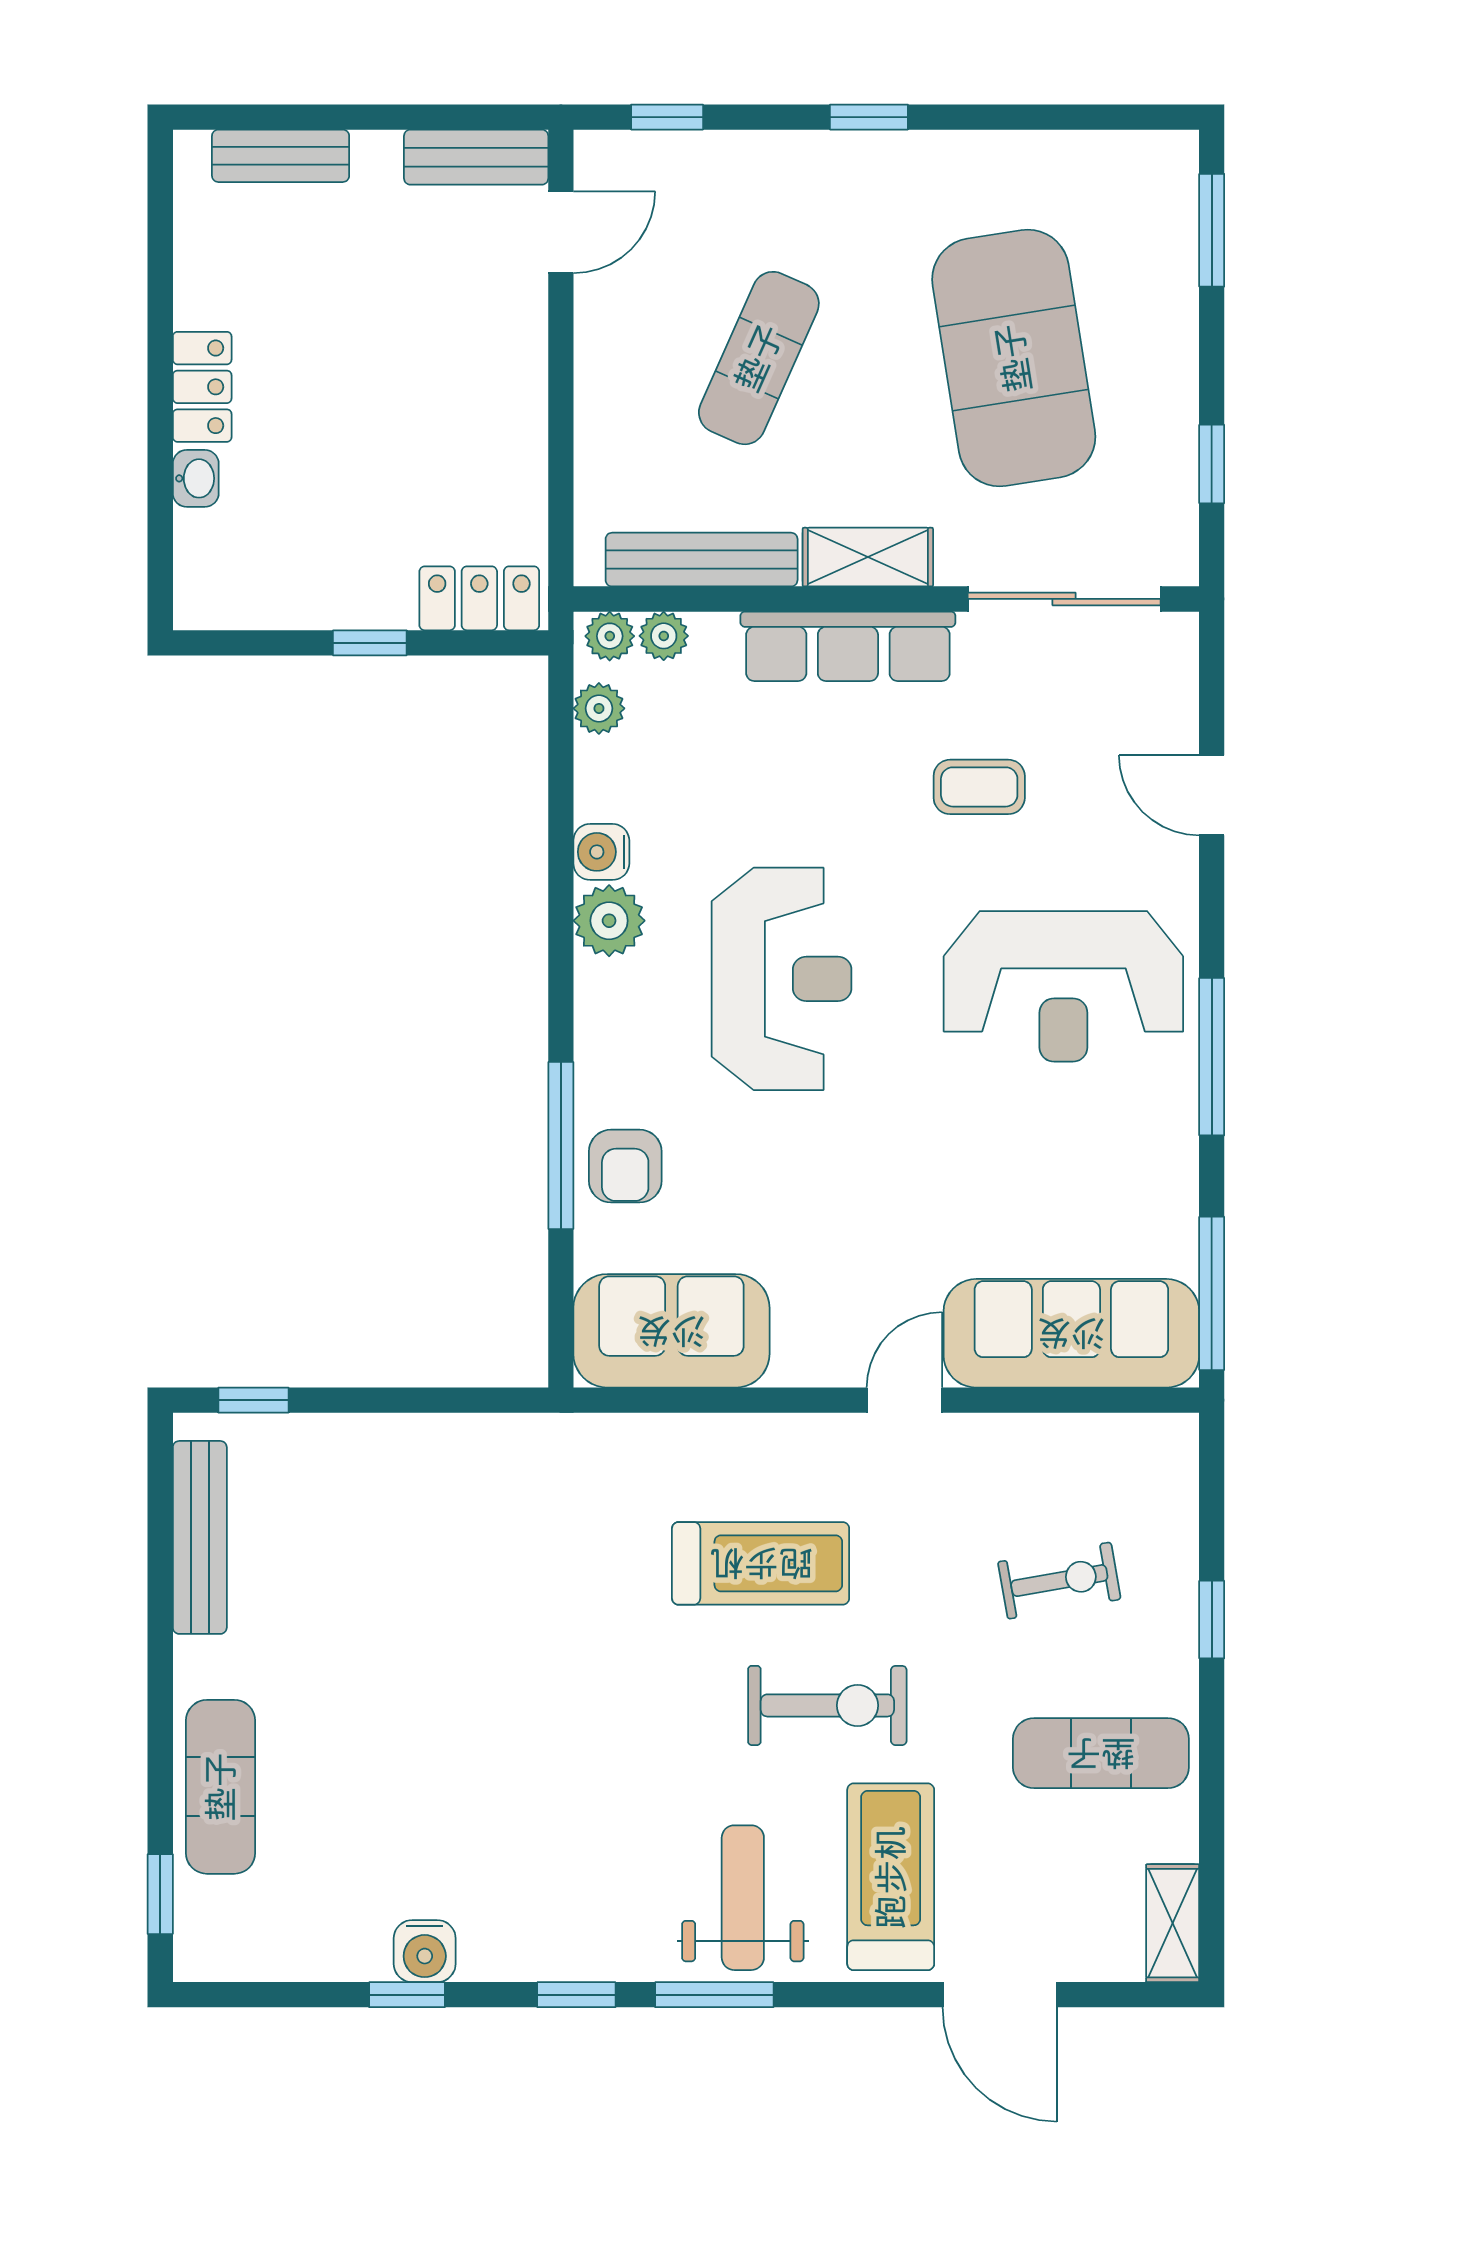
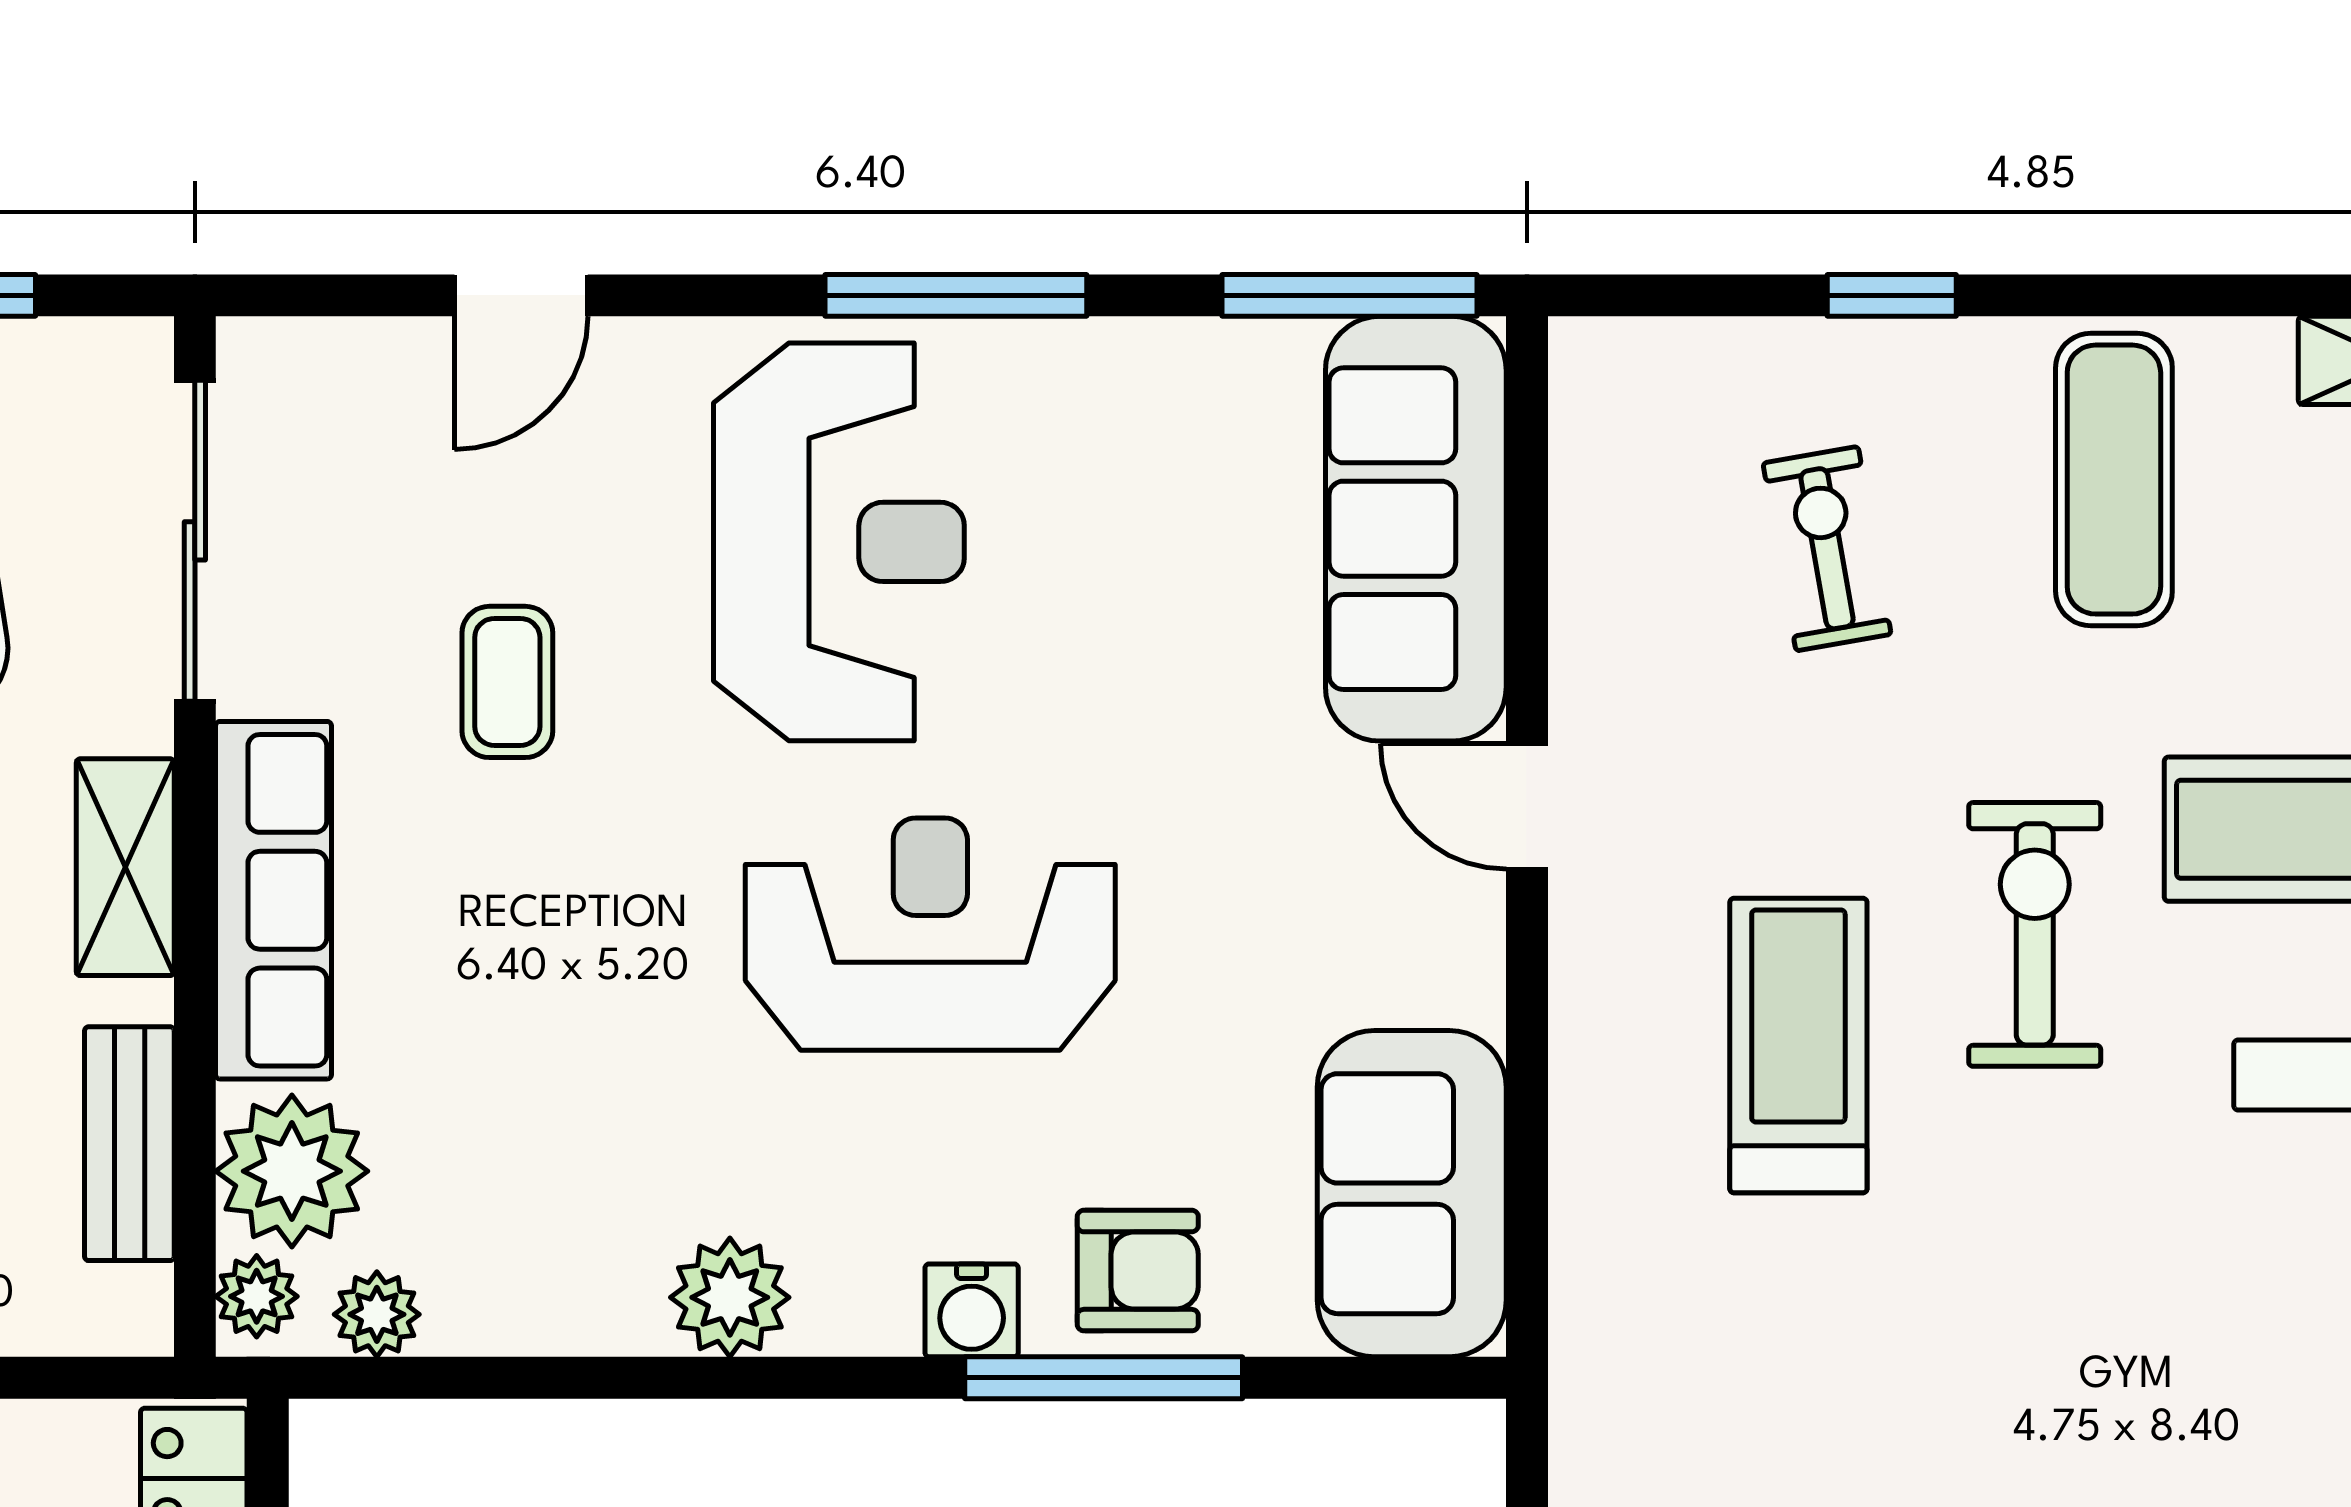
bench: (702, 560) -> (129, 1144), width x0.73
plant: (664, 636) -> (292, 1171), width x1.88, depth x1.88
water cooler: (601, 852) -> (972, 1310), moved
reception desk: (782, 979) -> (930, 934), moved

